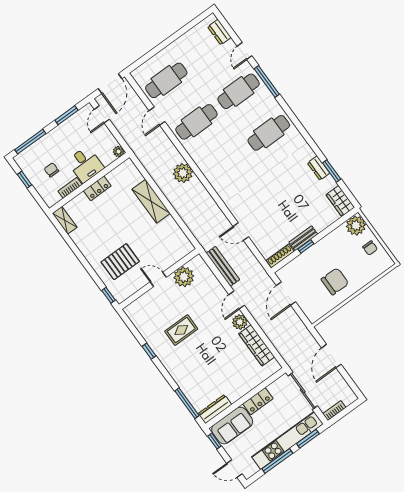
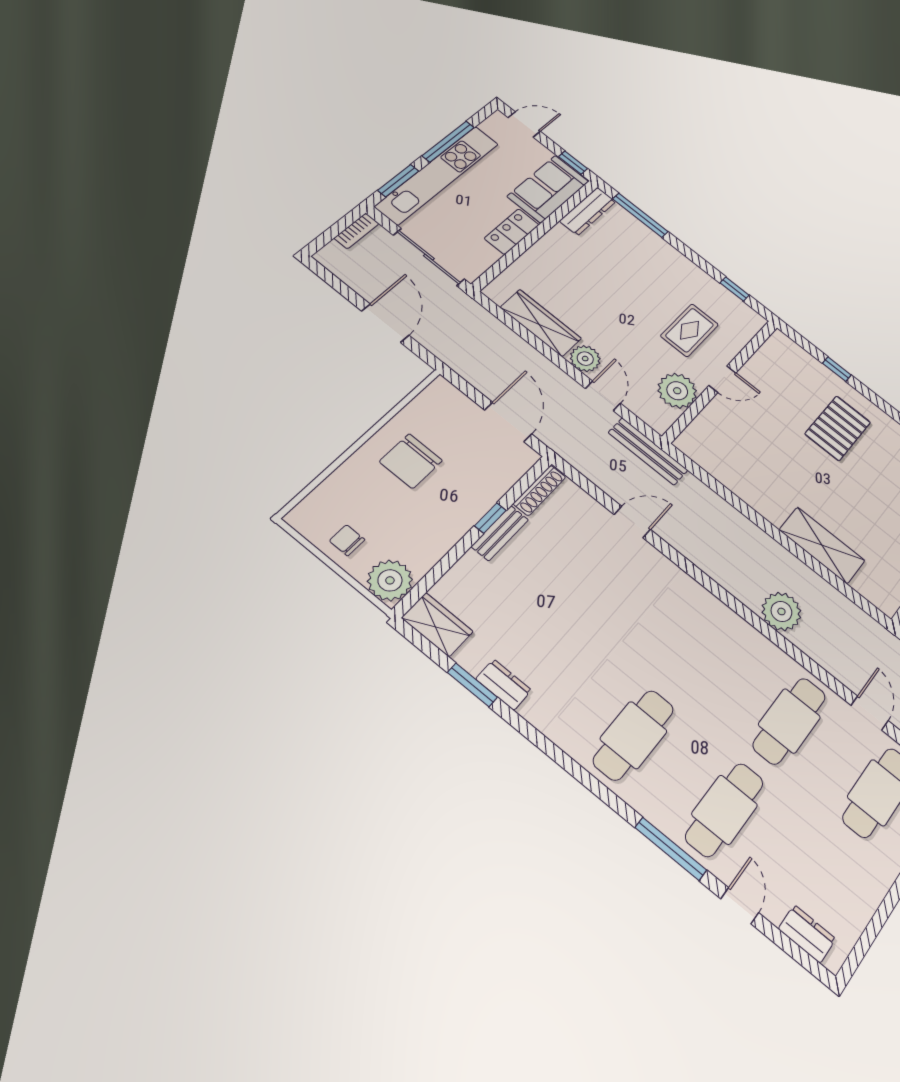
plant: (184, 277) -> (677, 391), moved
door: (158, 279) -> (722, 379), moved
wall: (159, 279) -> (721, 380), moved

